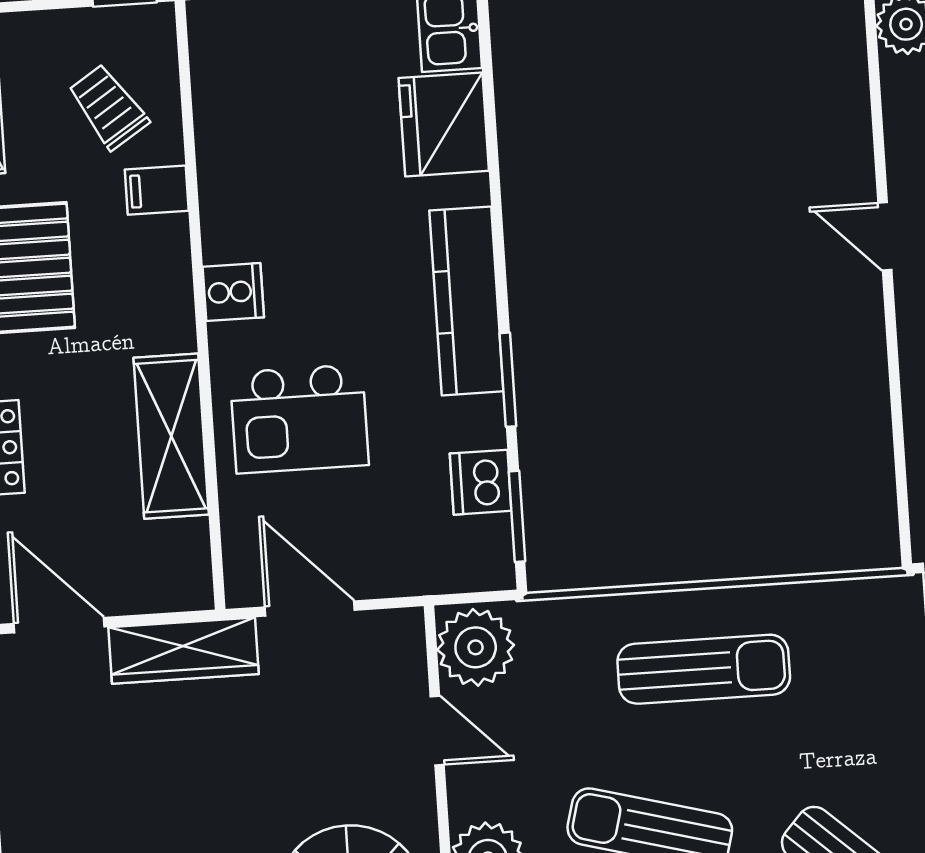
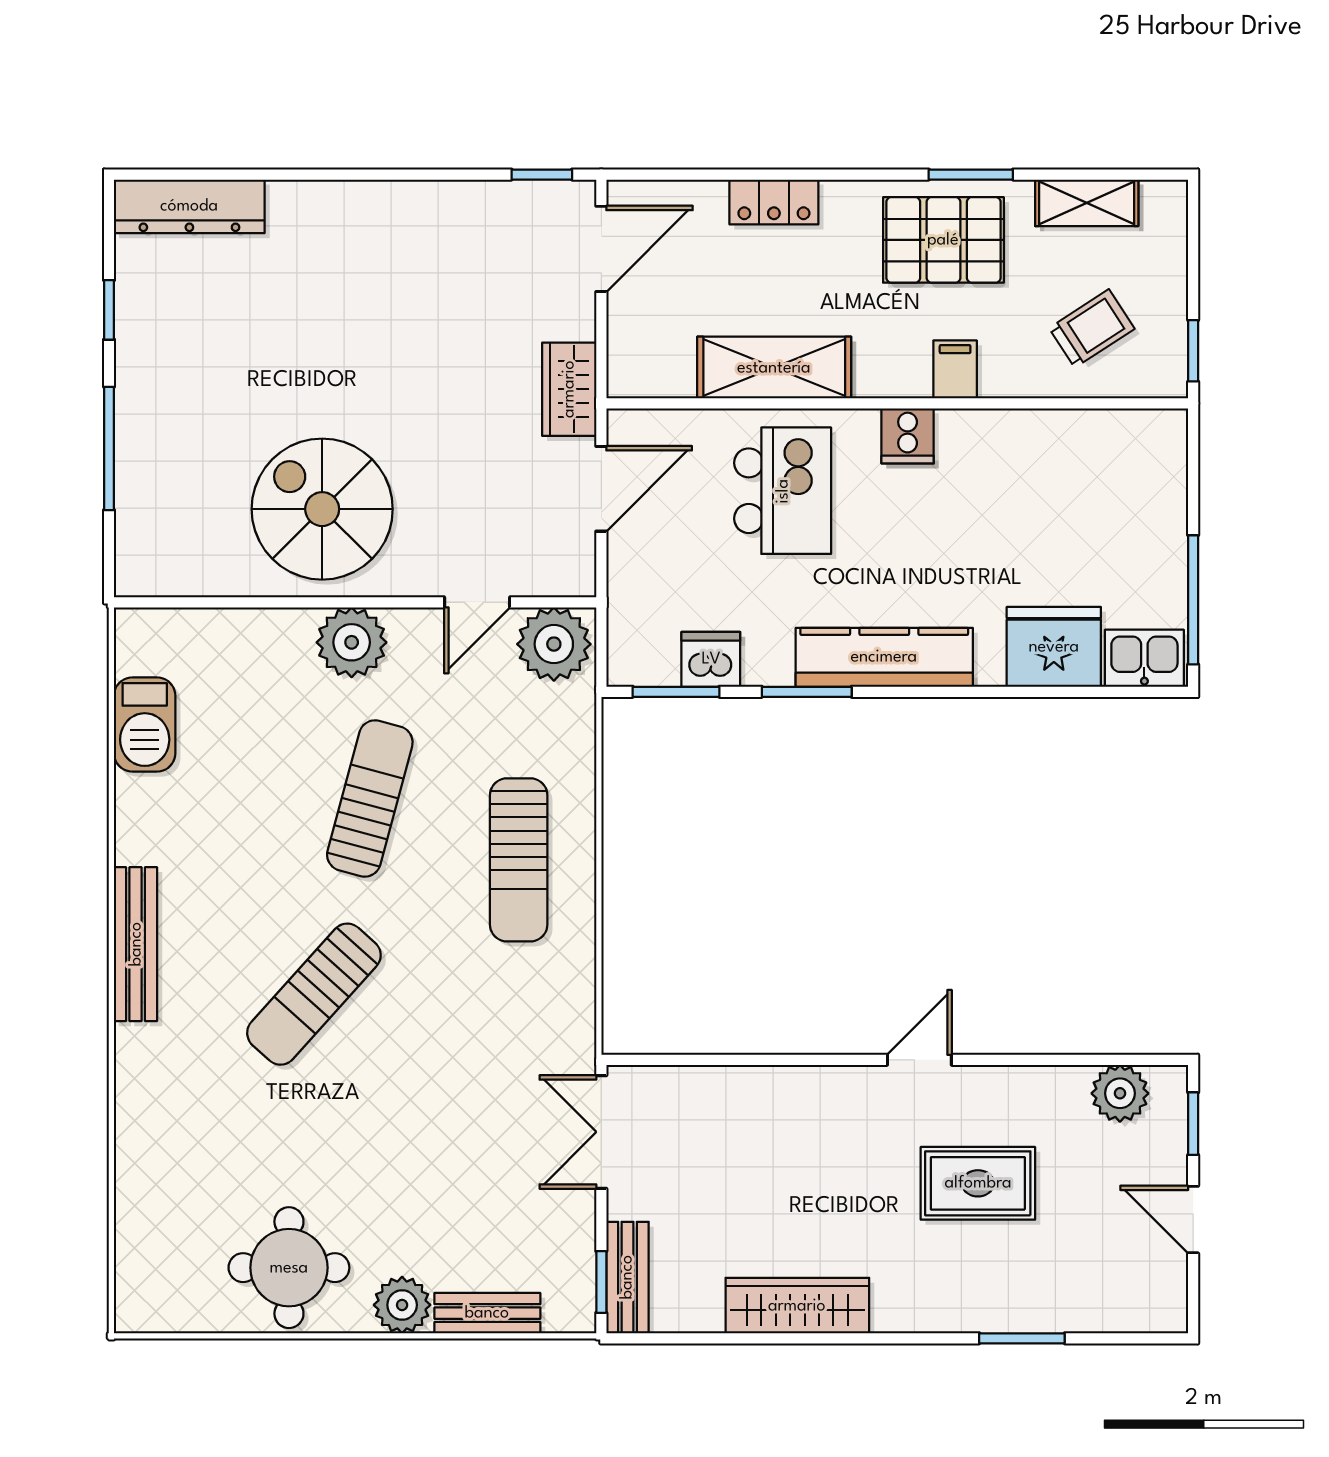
filing cabinet: (157, 190) -> (955, 369), moved
kitchen island: (299, 419) -> (783, 491), turned 180
wardrobe: (184, 651) -> (569, 389), width x0.67

